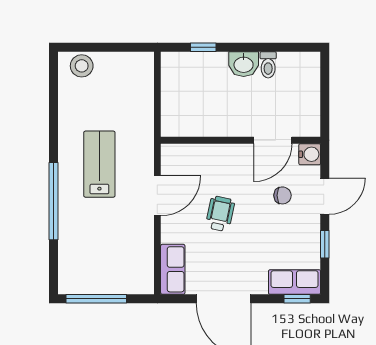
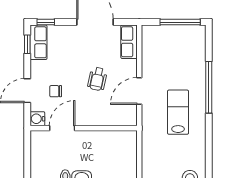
lab bench: (99, 164) -> (178, 112), turned 180
window: (325, 244) -> (27, 44), moved
row of seats: (295, 282) -> (39, 42), moved, turned -90

